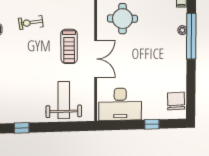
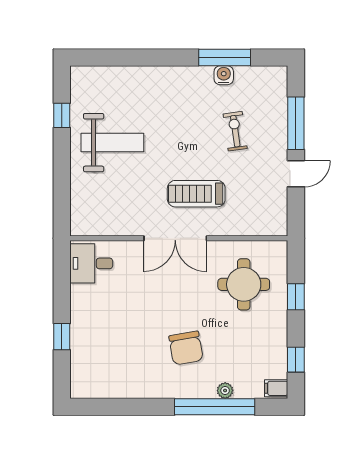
weight bench: (64, 100) -> (112, 143), moved
chair: (176, 101) -> (186, 348), moved, turned 82
desk: (120, 104) -> (91, 263), width x0.53, depth x0.77

